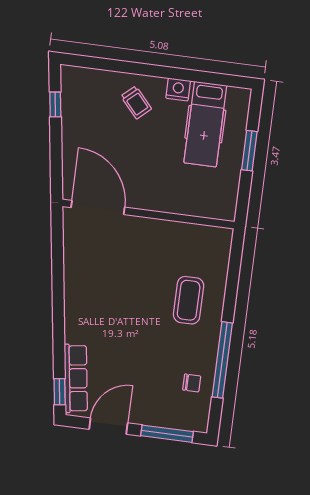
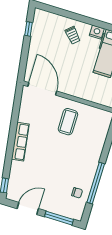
coffee table: (189, 300) -> (68, 122), moved
row of seats: (76, 378) -> (20, 142), moved

